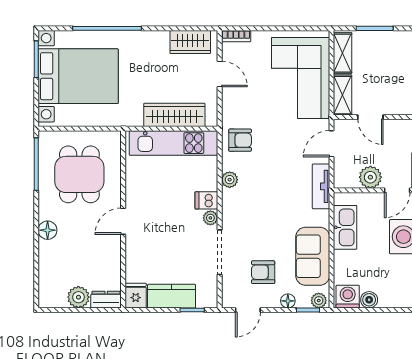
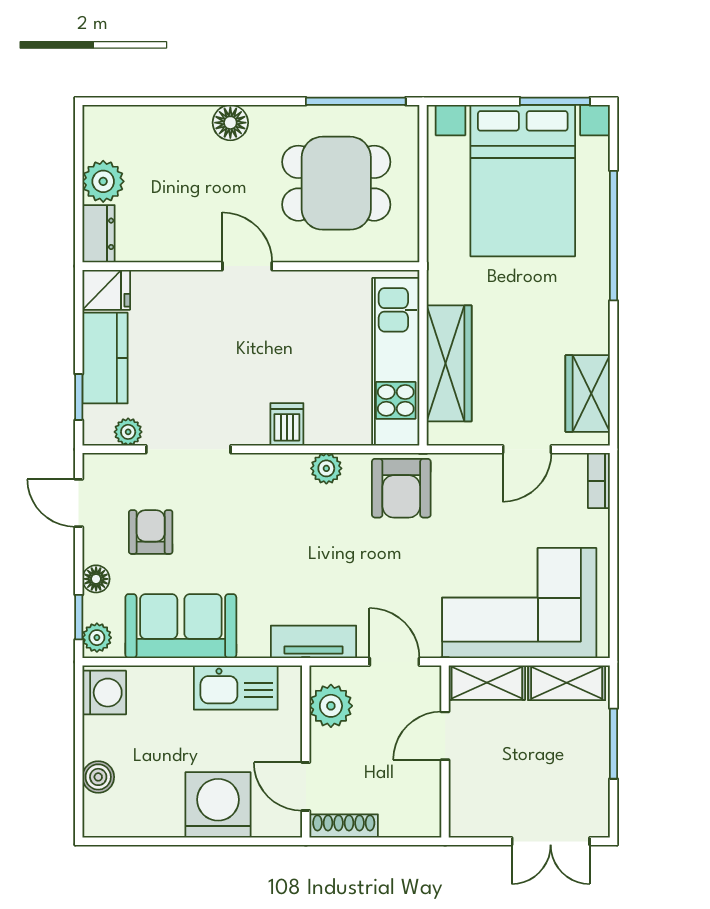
armchair: (240, 140) -> (401, 488), width x1.38, depth x1.38
plant: (370, 177) -> (331, 706), moved
plant: (210, 218) -> (128, 432), moved
boiler: (369, 300) -> (98, 777), moved

